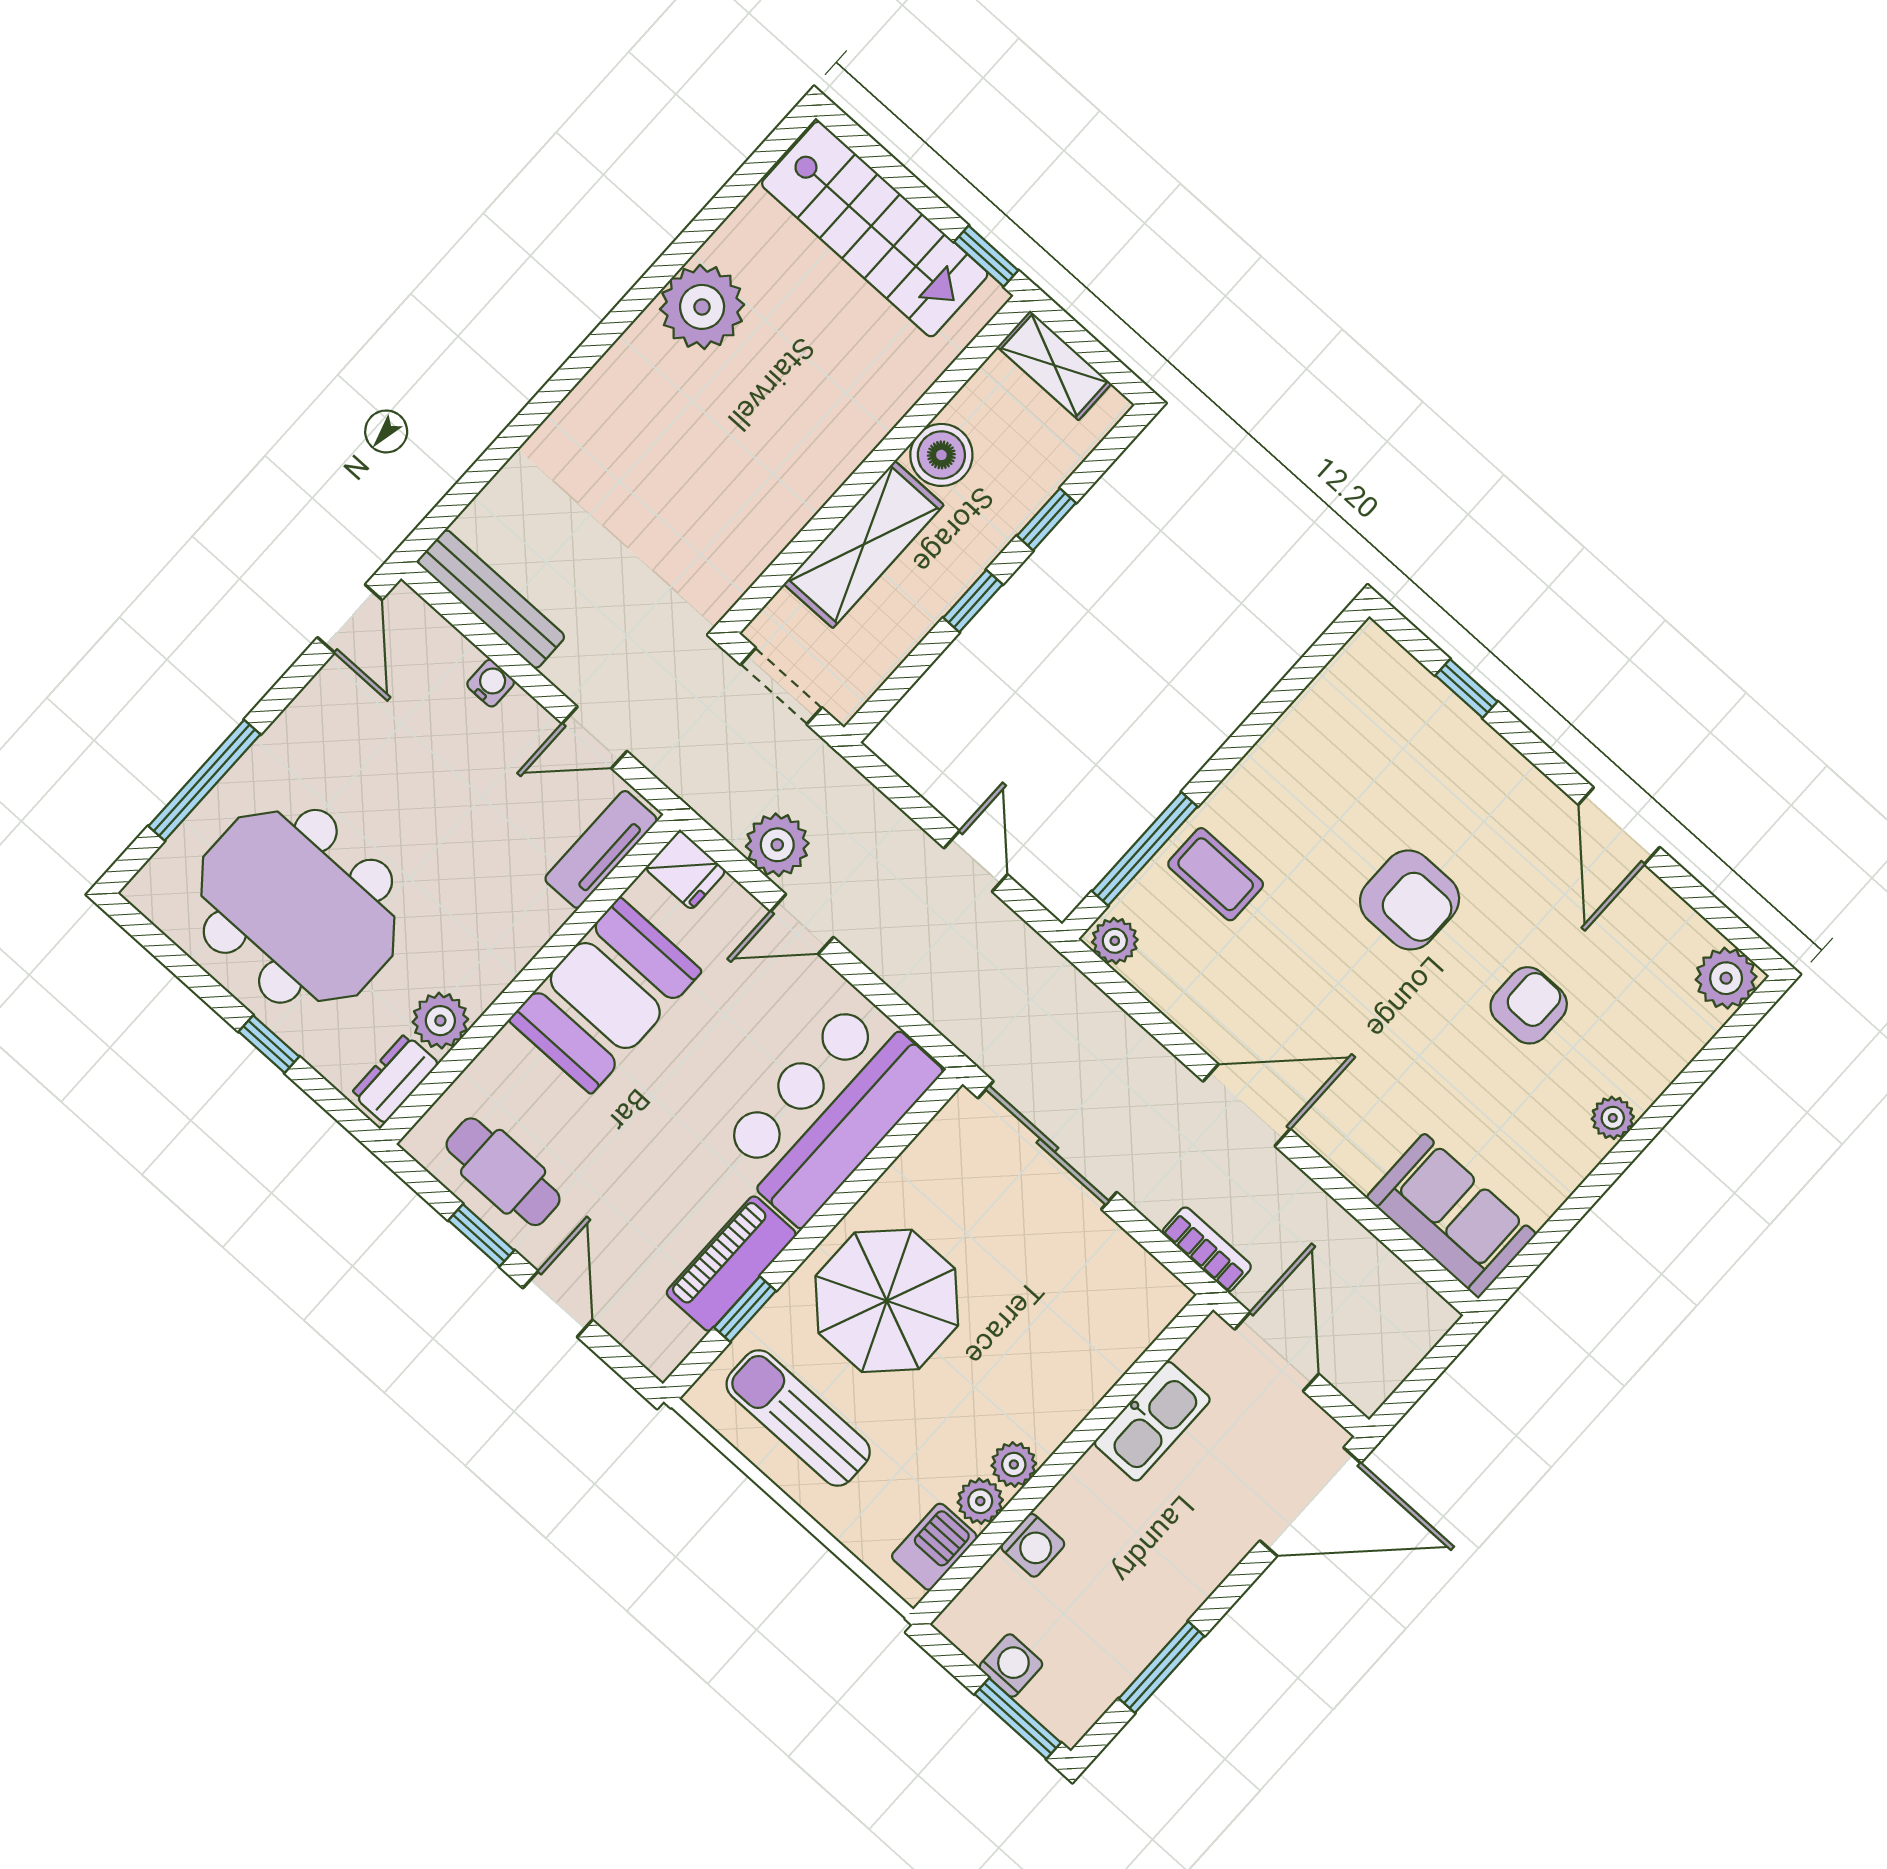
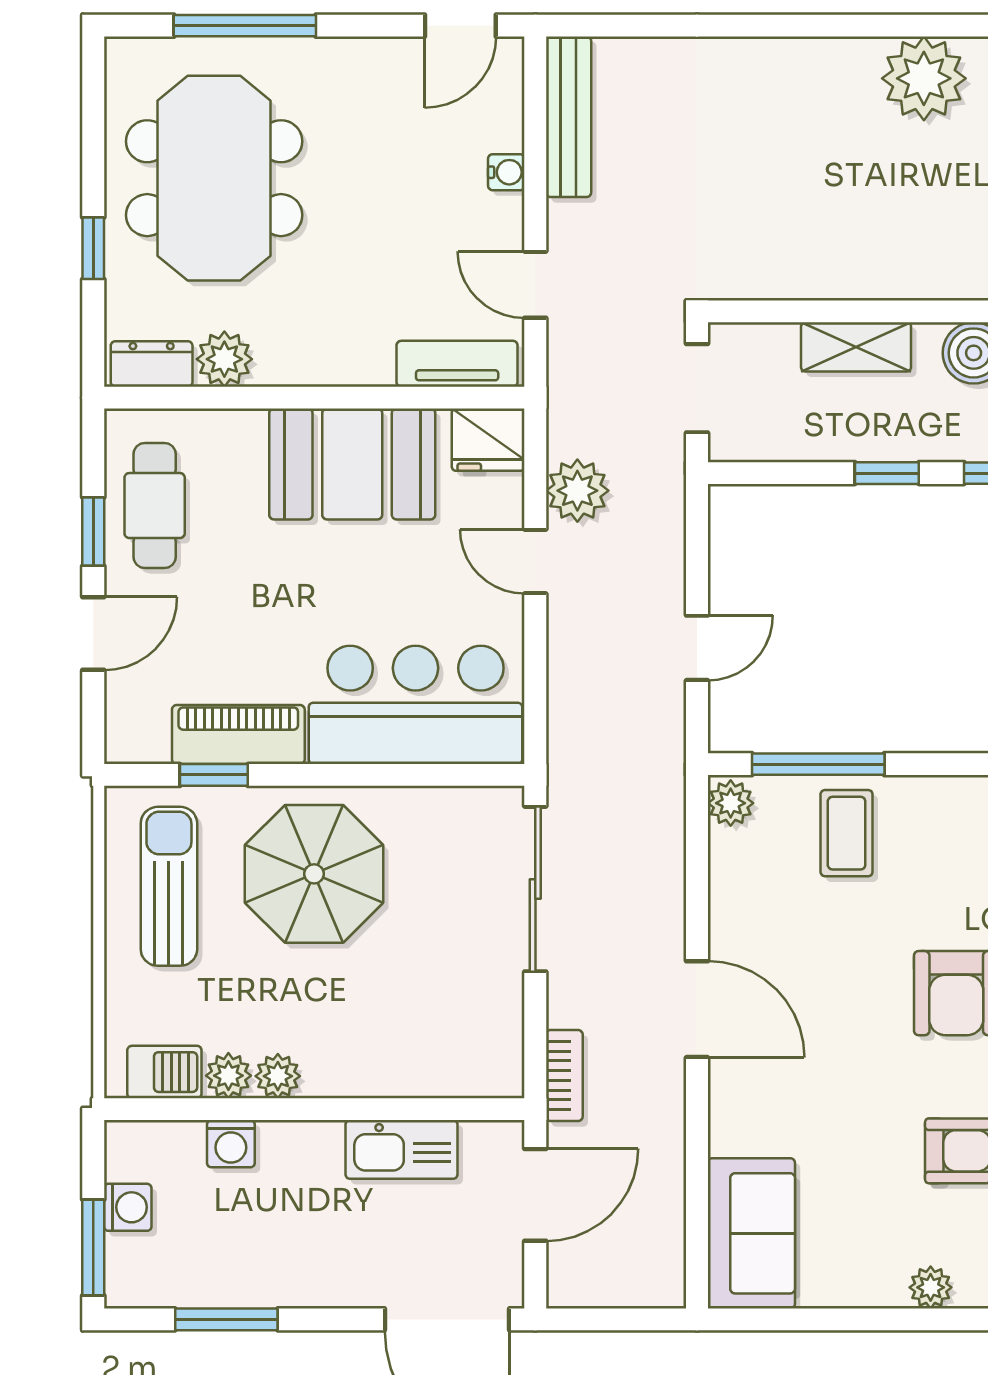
shelving: (864, 544) -> (856, 347), width x0.67, depth x0.75
fridge: (686, 870) -> (488, 440), width x1.38

